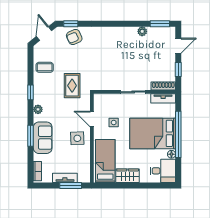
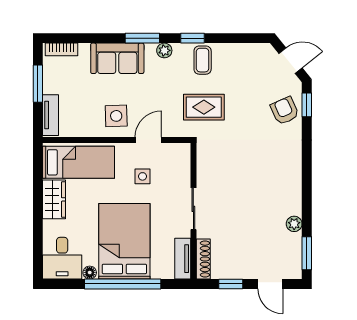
coffee table: (45, 67) -> (203, 60), moved
window: (31, 136) -> (142, 38), moved
tv unit: (65, 178) -> (51, 115), moved
window: (71, 185) -> (38, 84), moved

